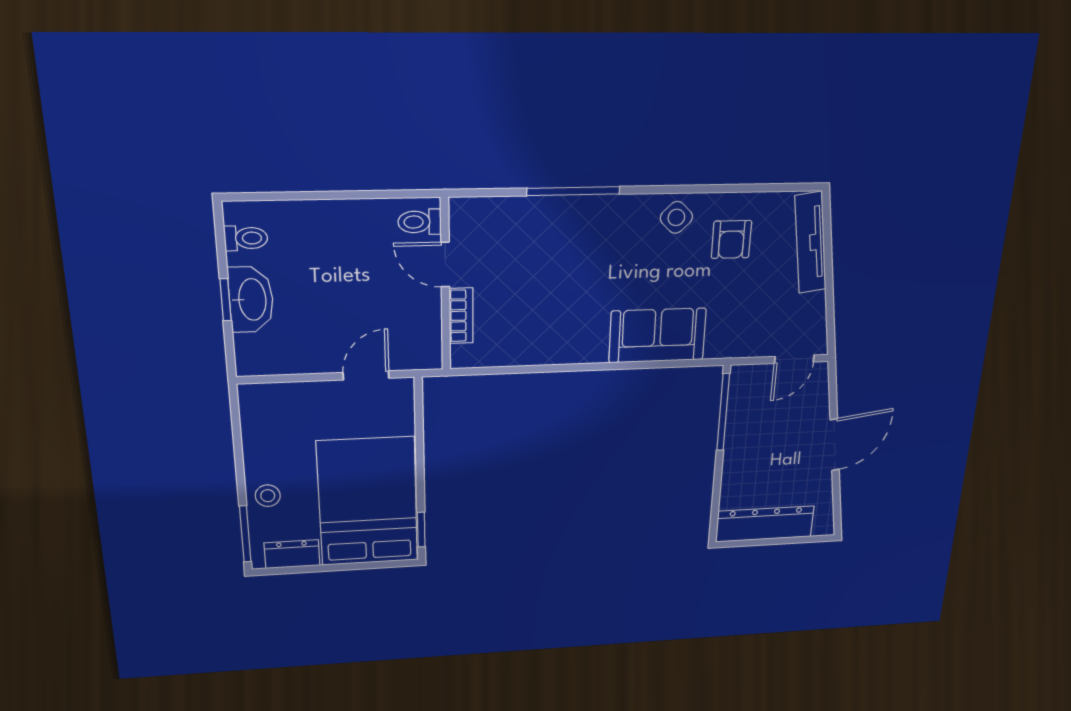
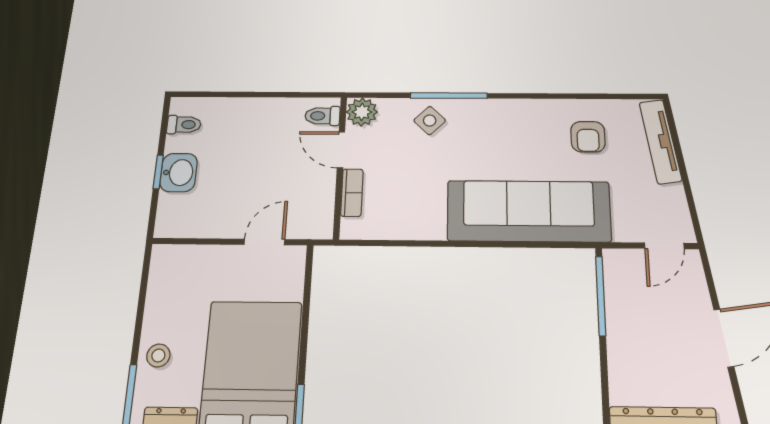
plant: (468, 215) -> (362, 112), added
side table: (676, 217) -> (430, 121), moved
washbasin: (251, 300) -> (179, 173), width x0.72
sofa: (657, 336) -> (529, 211), width x1.85, depth x1.27

